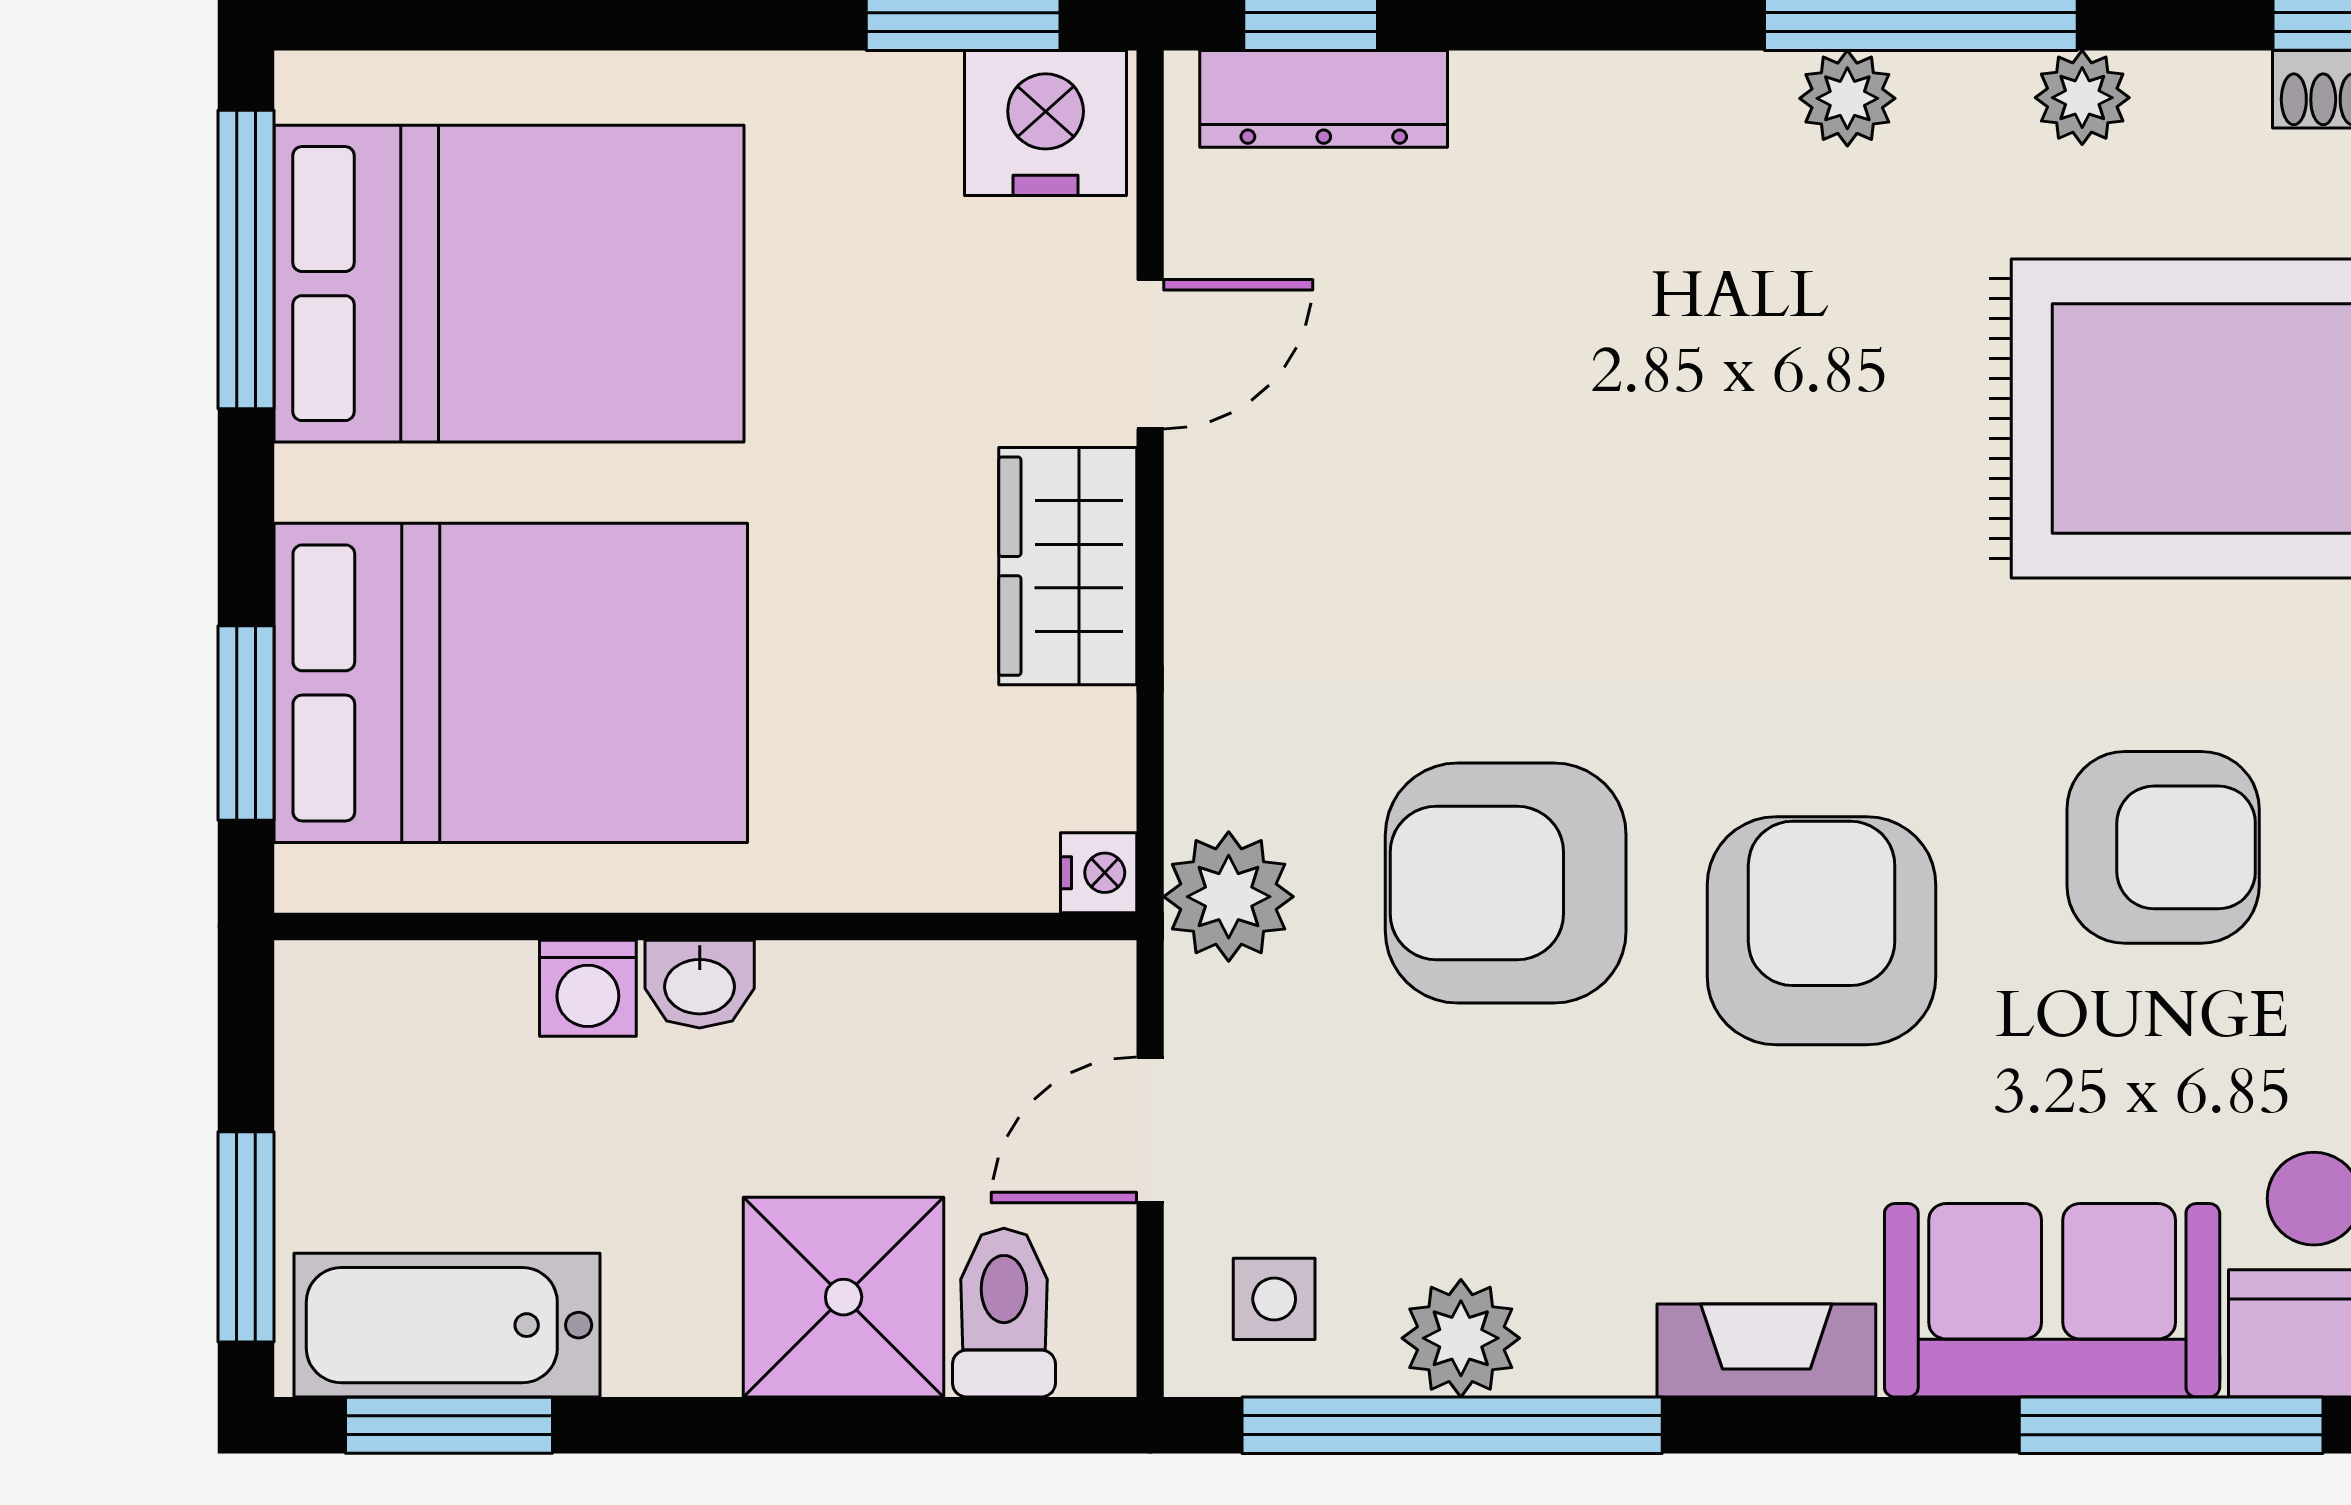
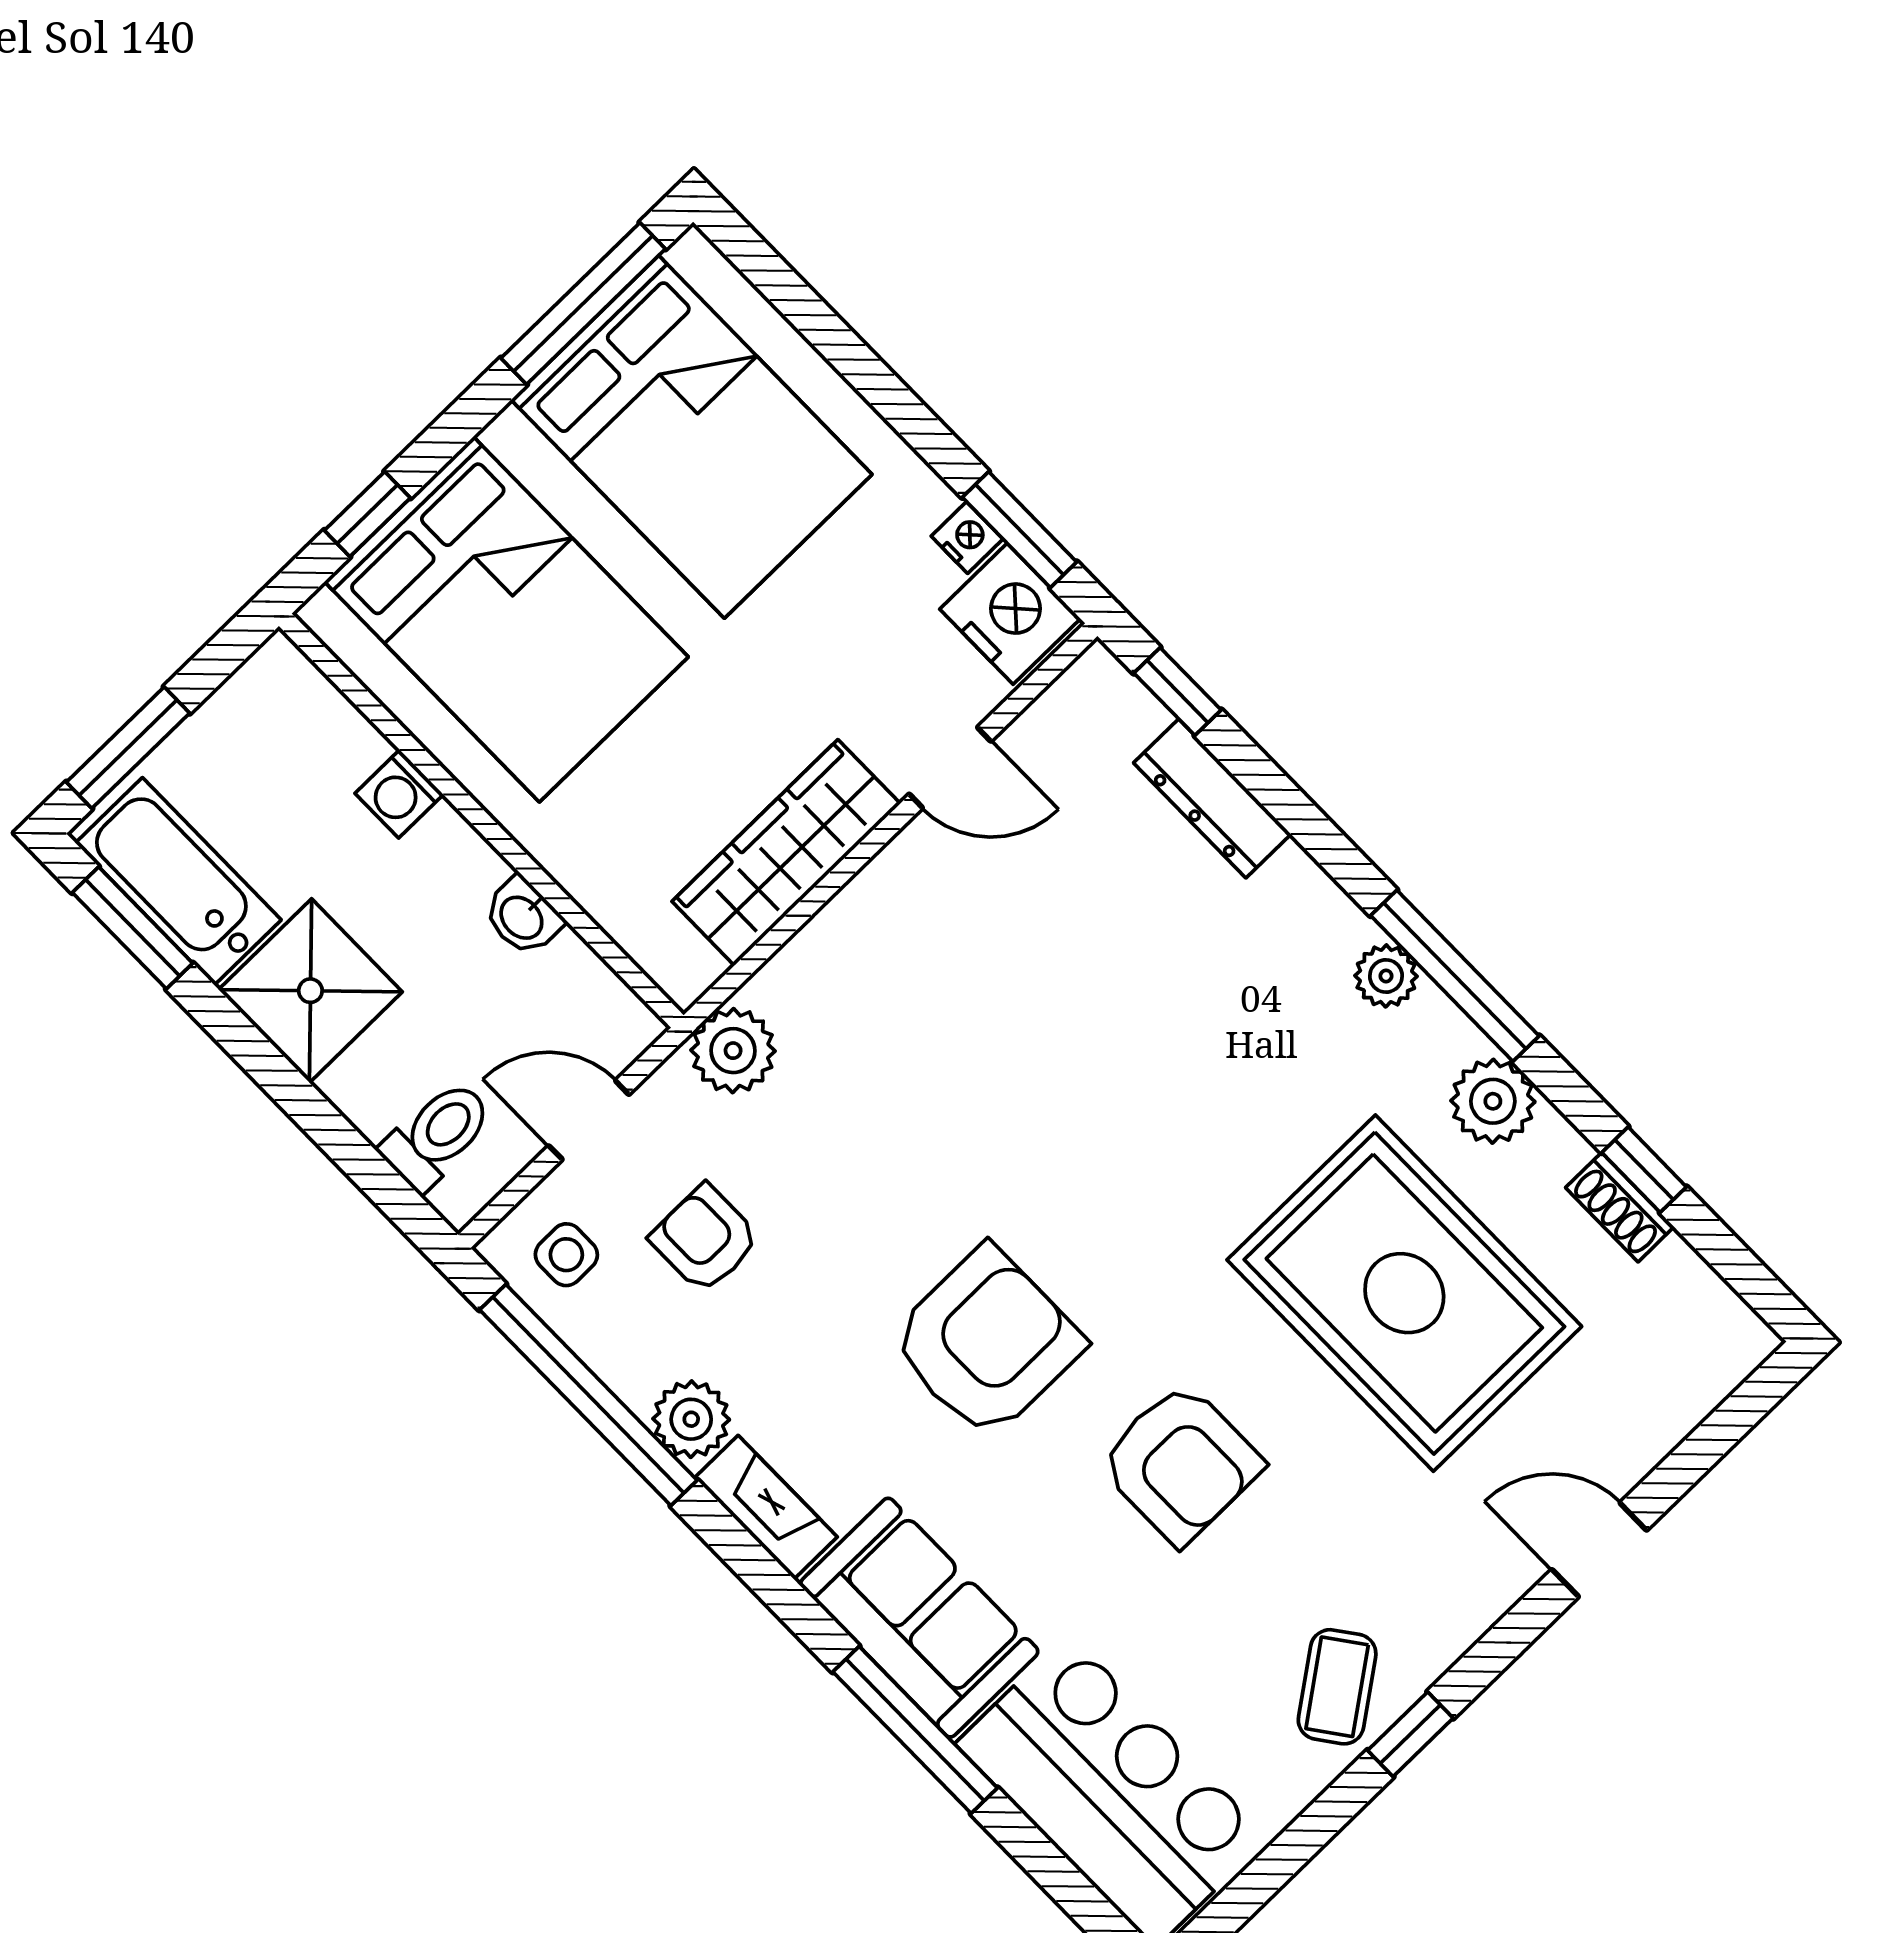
plant: (2082, 98) -> (1493, 1101), width x1.38, depth x1.38
dresser: (1324, 99) -> (1212, 798), moved
wardrobe: (1068, 566) -> (786, 853), width x1.50
window: (246, 723) -> (367, 514), width x0.67
nightstand: (1099, 873) -> (967, 538), moved, turned -90
armchair: (1506, 883) -> (705, 1239), moved, width x0.53, depth x0.53
washbasin: (700, 984) -> (523, 917), moved
shower: (844, 1297) -> (310, 991), moved
plant: (1461, 1338) -> (691, 1419), moved

